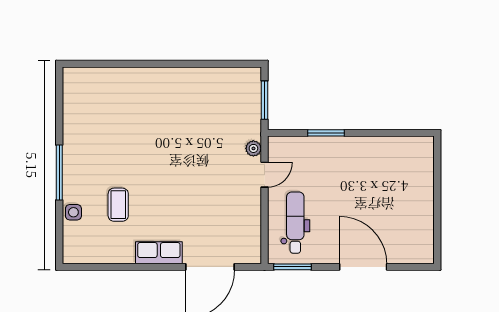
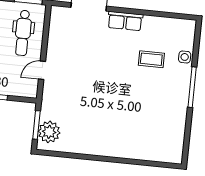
plant: (253, 148) -> (49, 132), moved, width x1.88, depth x1.88
coffee table: (118, 205) -> (151, 59), turned 90

